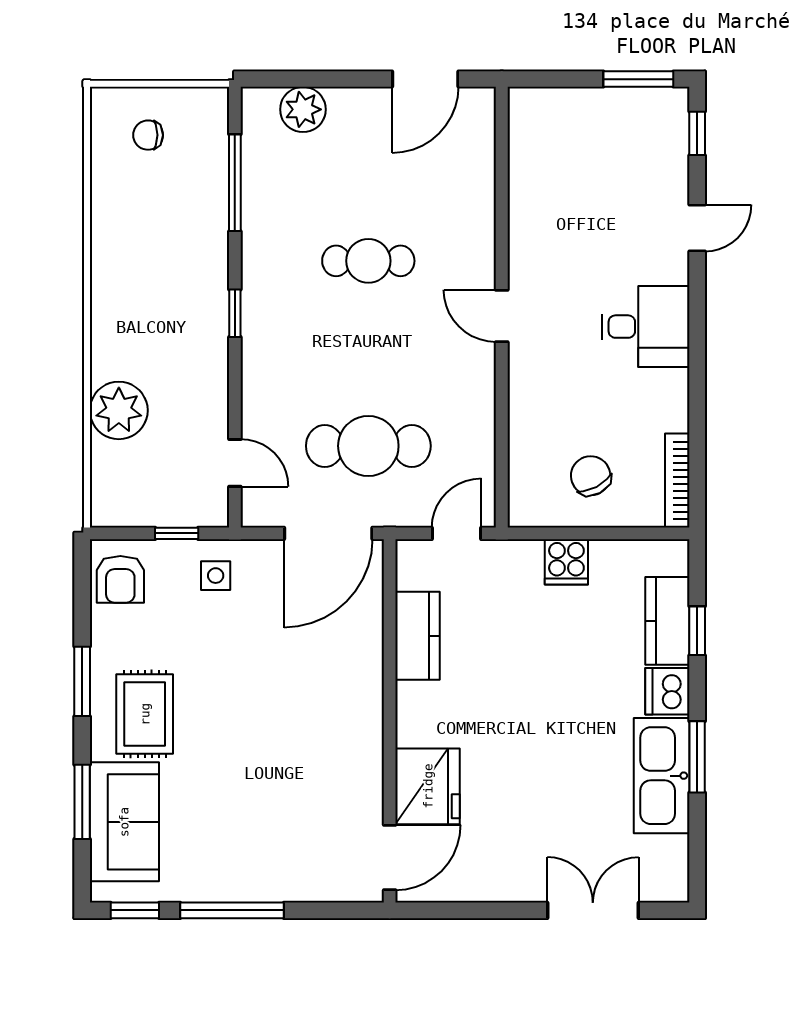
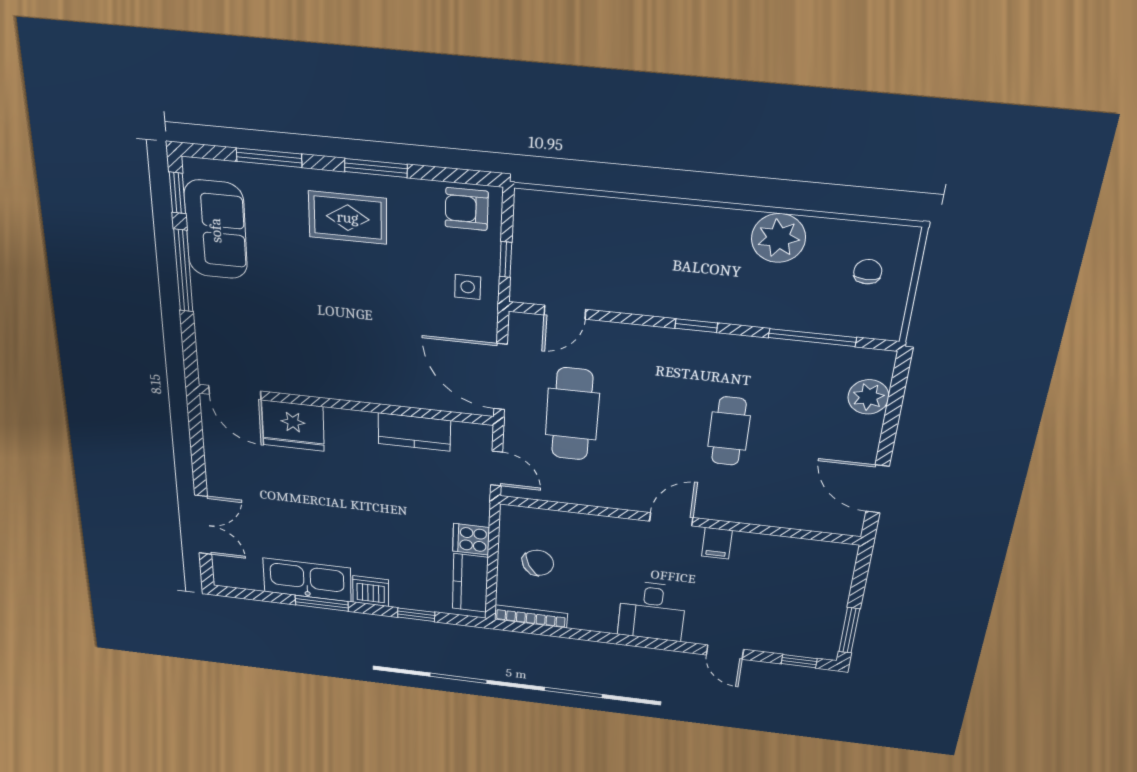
filing cabinet: (529, 257) -> (717, 543), added
plant: (119, 410) -> (778, 238), moved
kitchen counter: (667, 621) -> (470, 583), moved, turned -90
sofa: (124, 822) -> (216, 230), moved, turned -90

